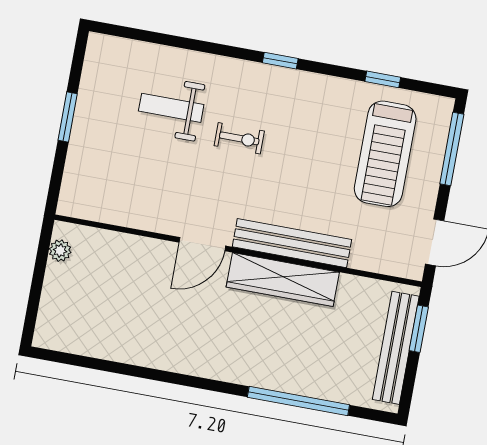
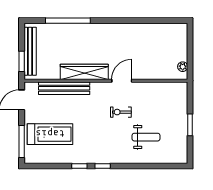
window: (383, 79) -> (79, 166), moved
exercise bike: (239, 138) -> (121, 112), moved
treadmill: (385, 154) -> (50, 134), turned 90
bench: (292, 243) -> (64, 88), moved

